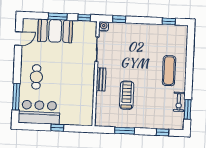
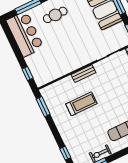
window: (57, 128) -> (27, 73), moved
window: (125, 131) -> (43, 107), moved

